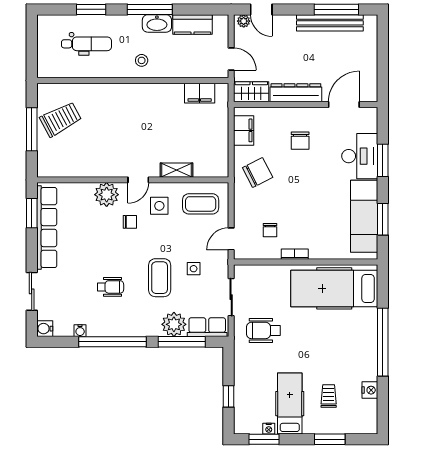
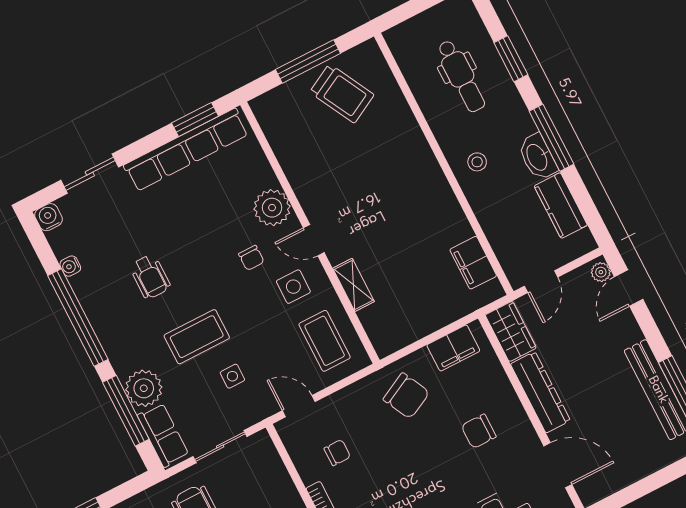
chair: (270, 230) -> (337, 453), turned 180

